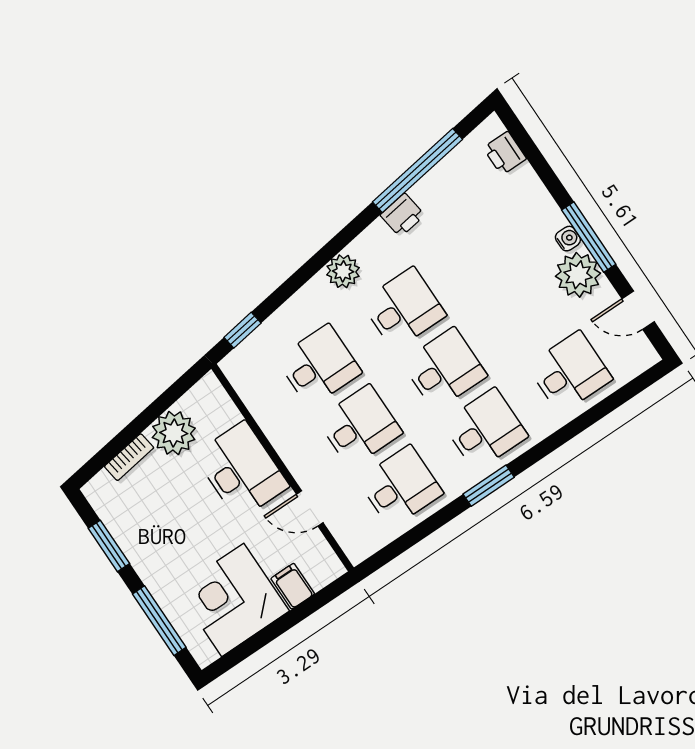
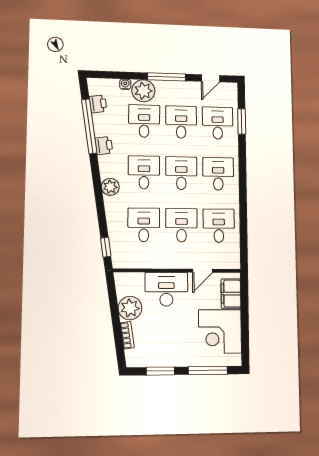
printer: (505, 153) -> (98, 104), moved, turned -98
water cooler: (568, 239) -> (125, 84), moved
desk: (488, 251) -> (144, 121), added
plant: (578, 275) -> (143, 91), moved
desk: (529, 312) -> (181, 122), added
window: (489, 486) -> (242, 121), moved
filing cabinet: (293, 586) -> (231, 294), width x2.00

